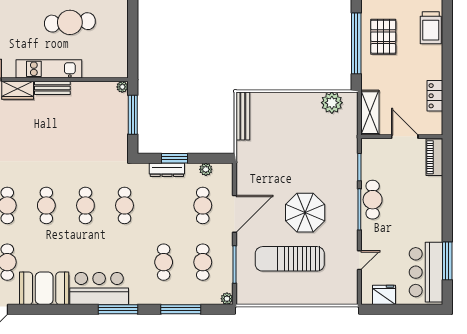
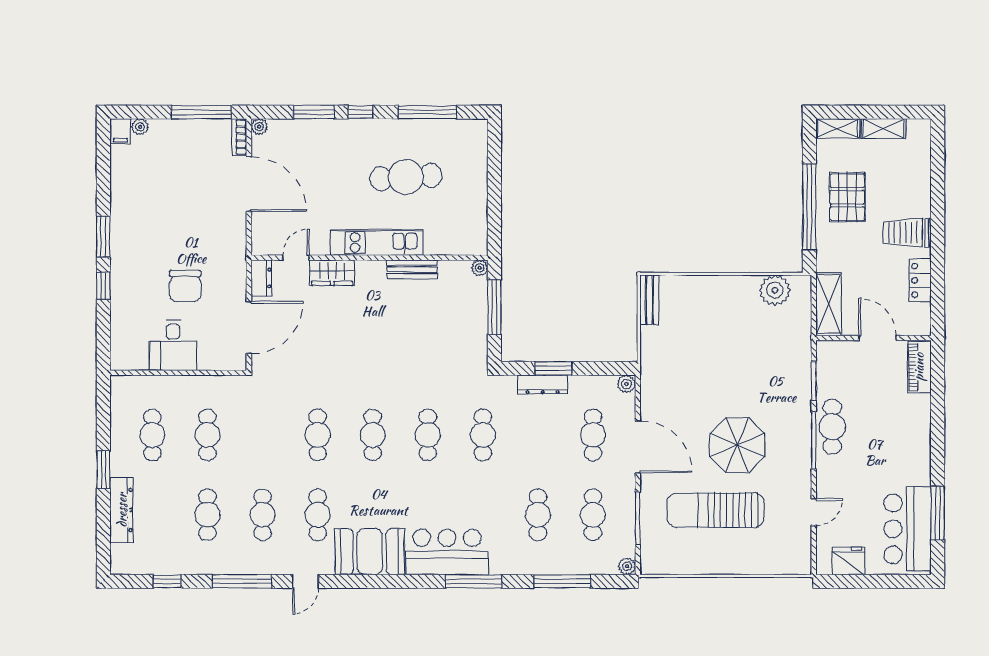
trolley: (431, 28) -> (906, 233), moved, turned 90
bench: (52, 88) -> (412, 269), moved
bench: (243, 116) -> (649, 300), width x0.73
plant: (206, 169) -> (626, 384), moved
door: (235, 214) -> (638, 447), hinge flipped

